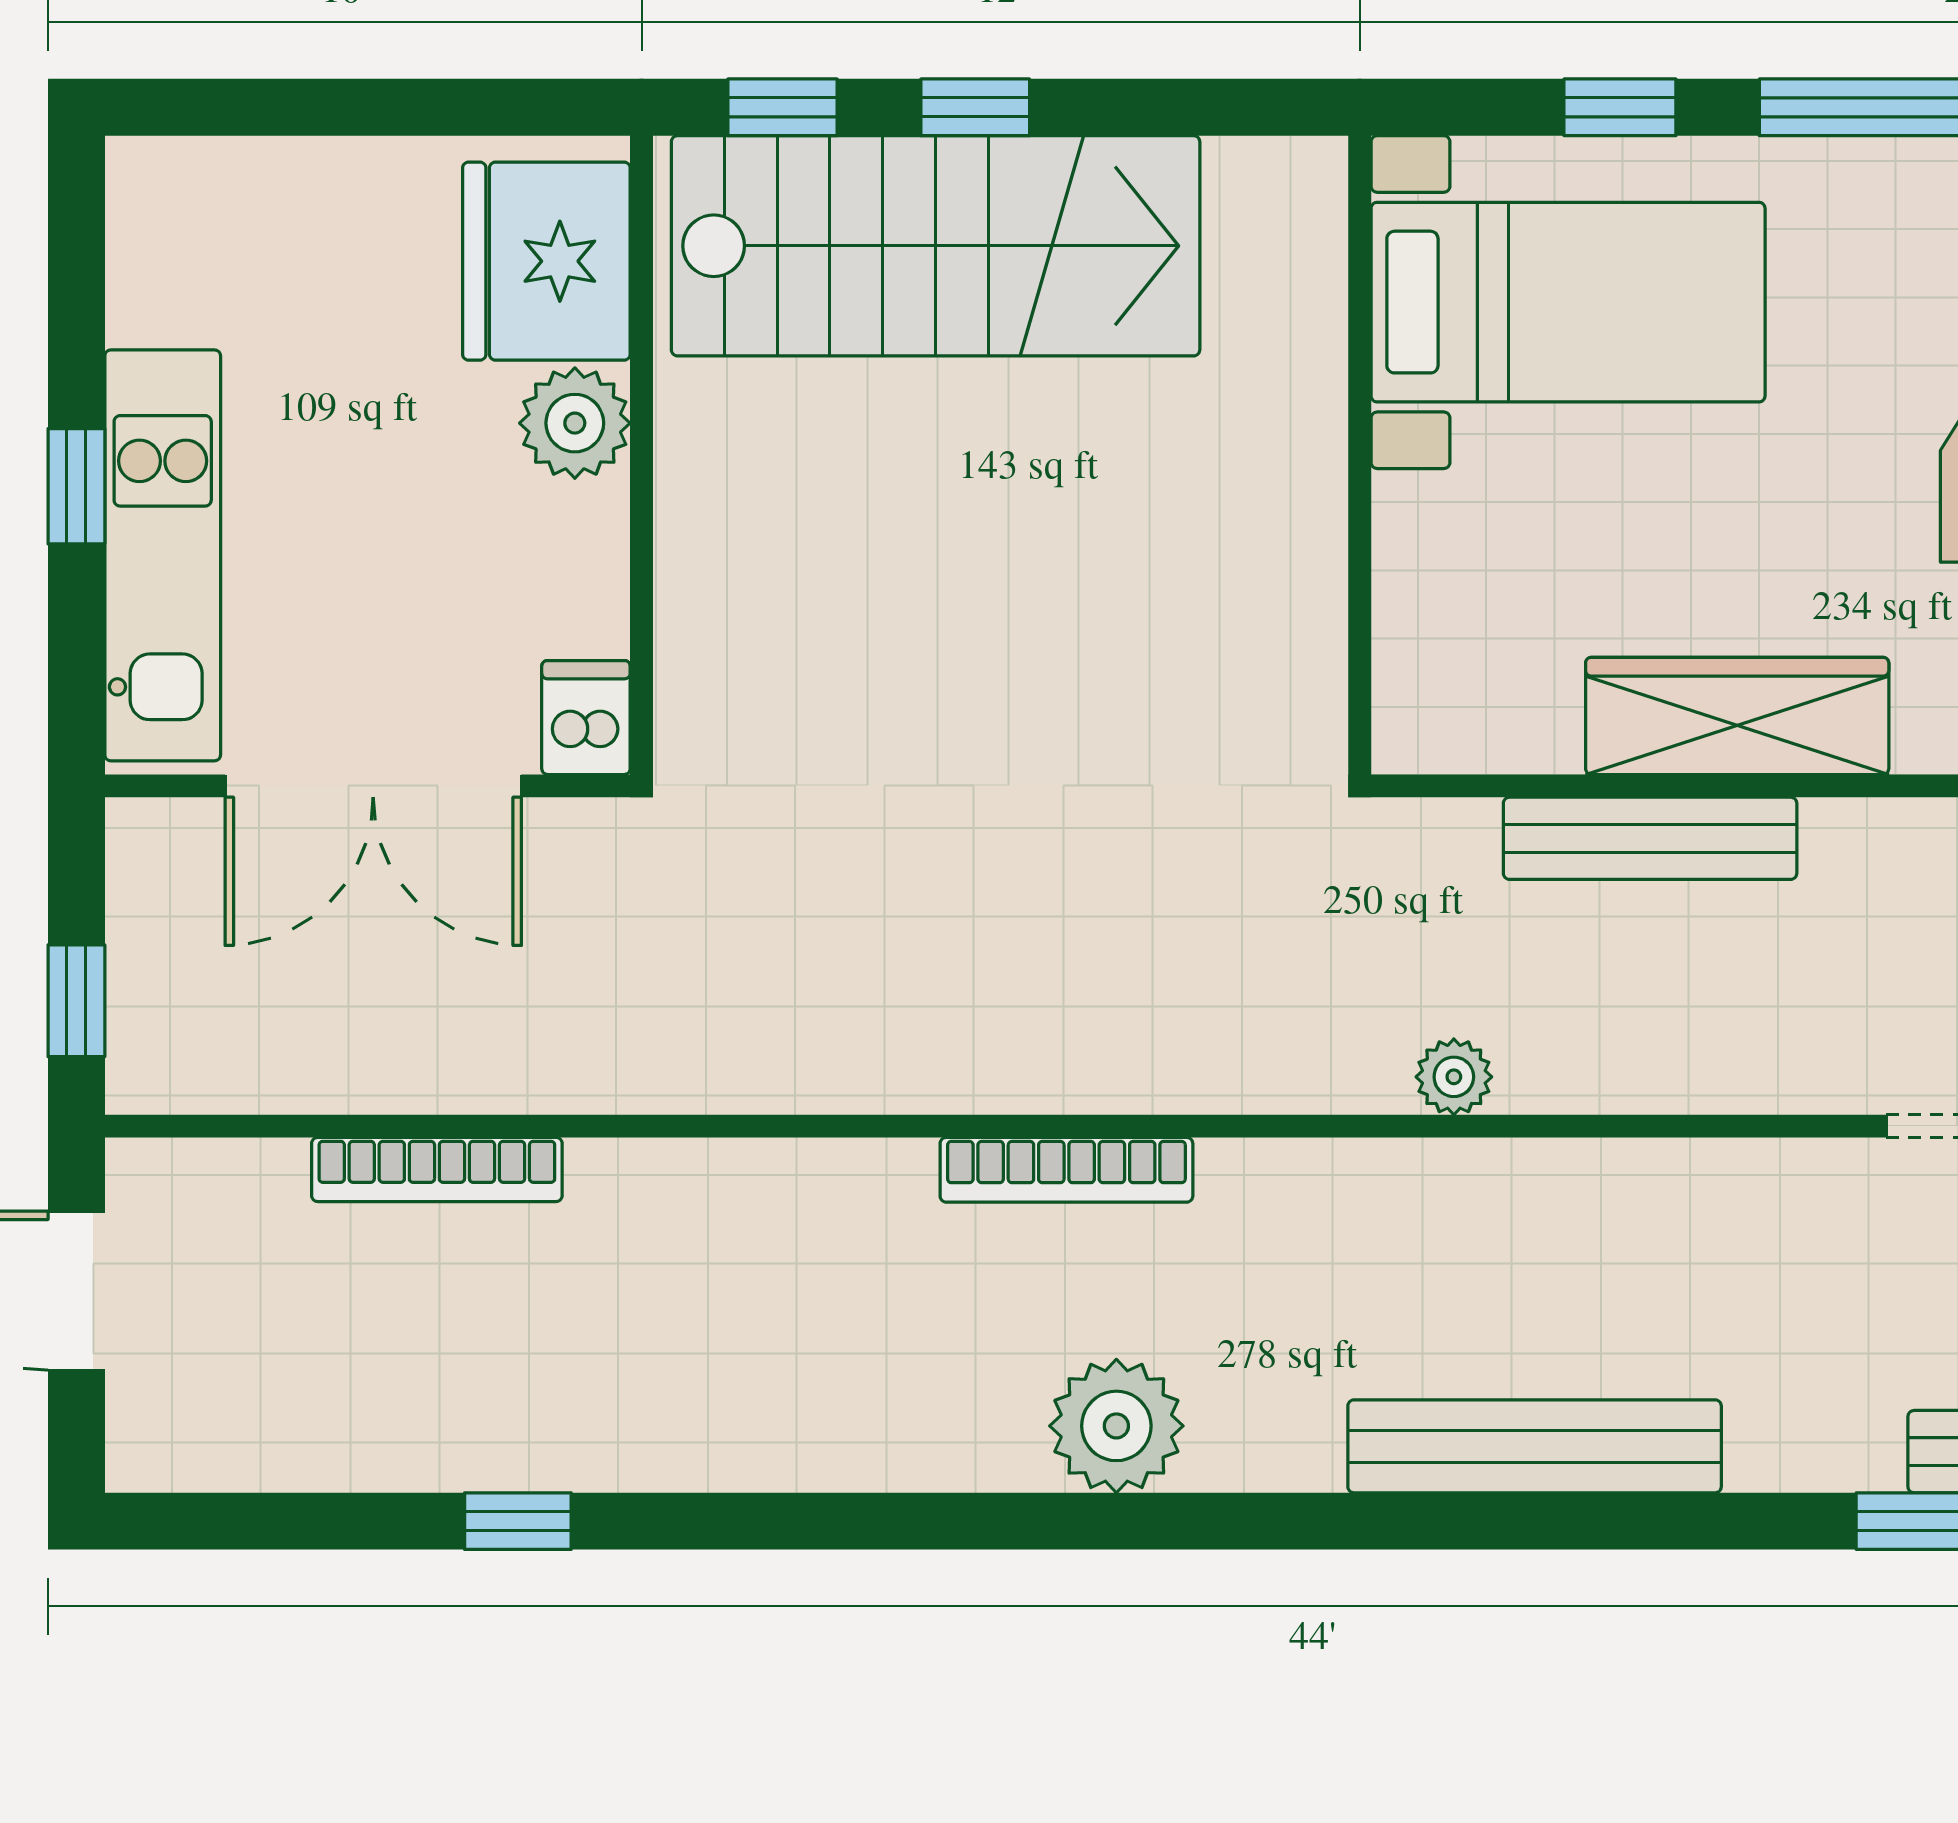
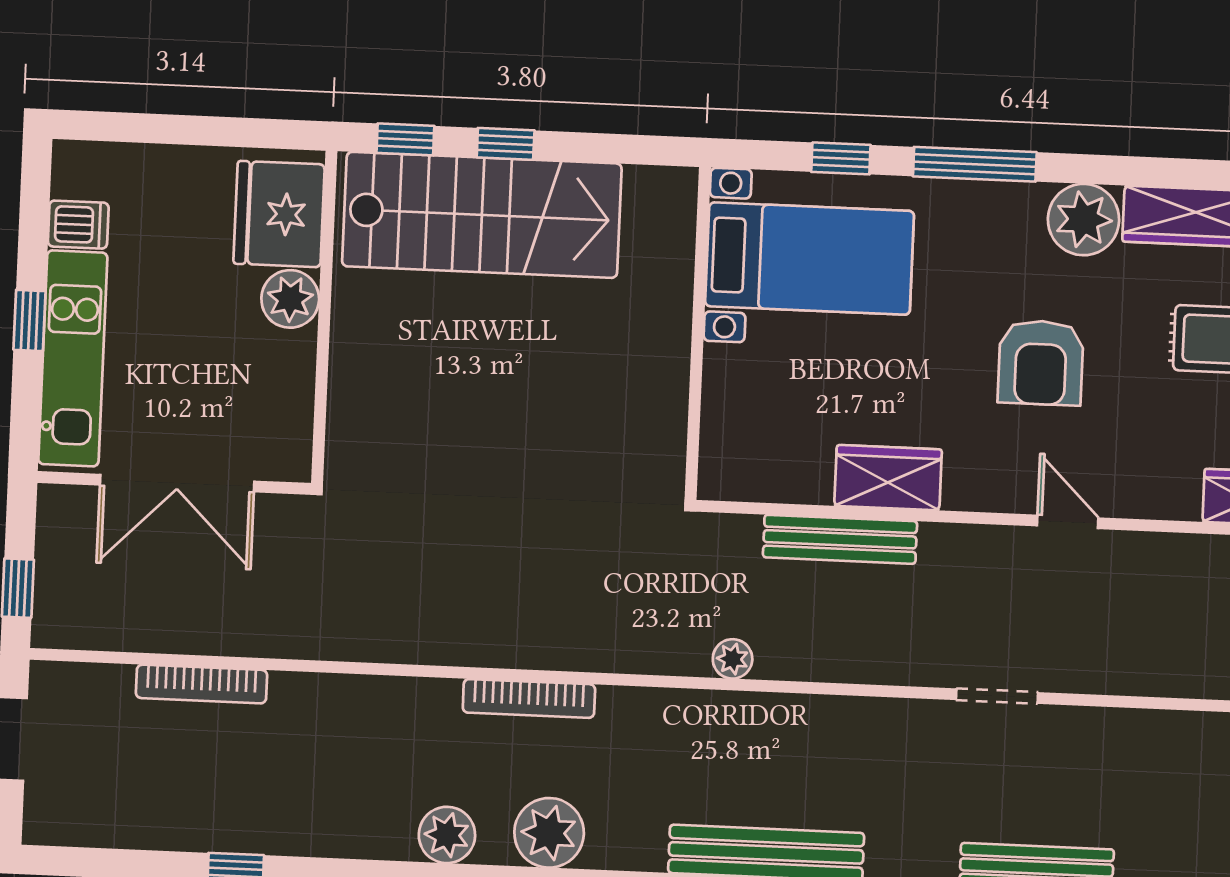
wardrobe: (1737, 716) -> (888, 478), width x0.67
dishwasher: (586, 718) -> (78, 225), moved, turned 90
plant: (920, 1439) -> (447, 835), added

